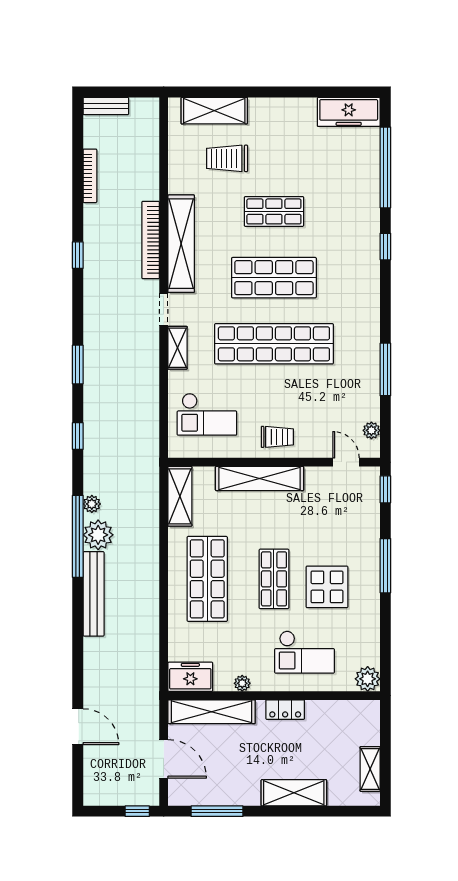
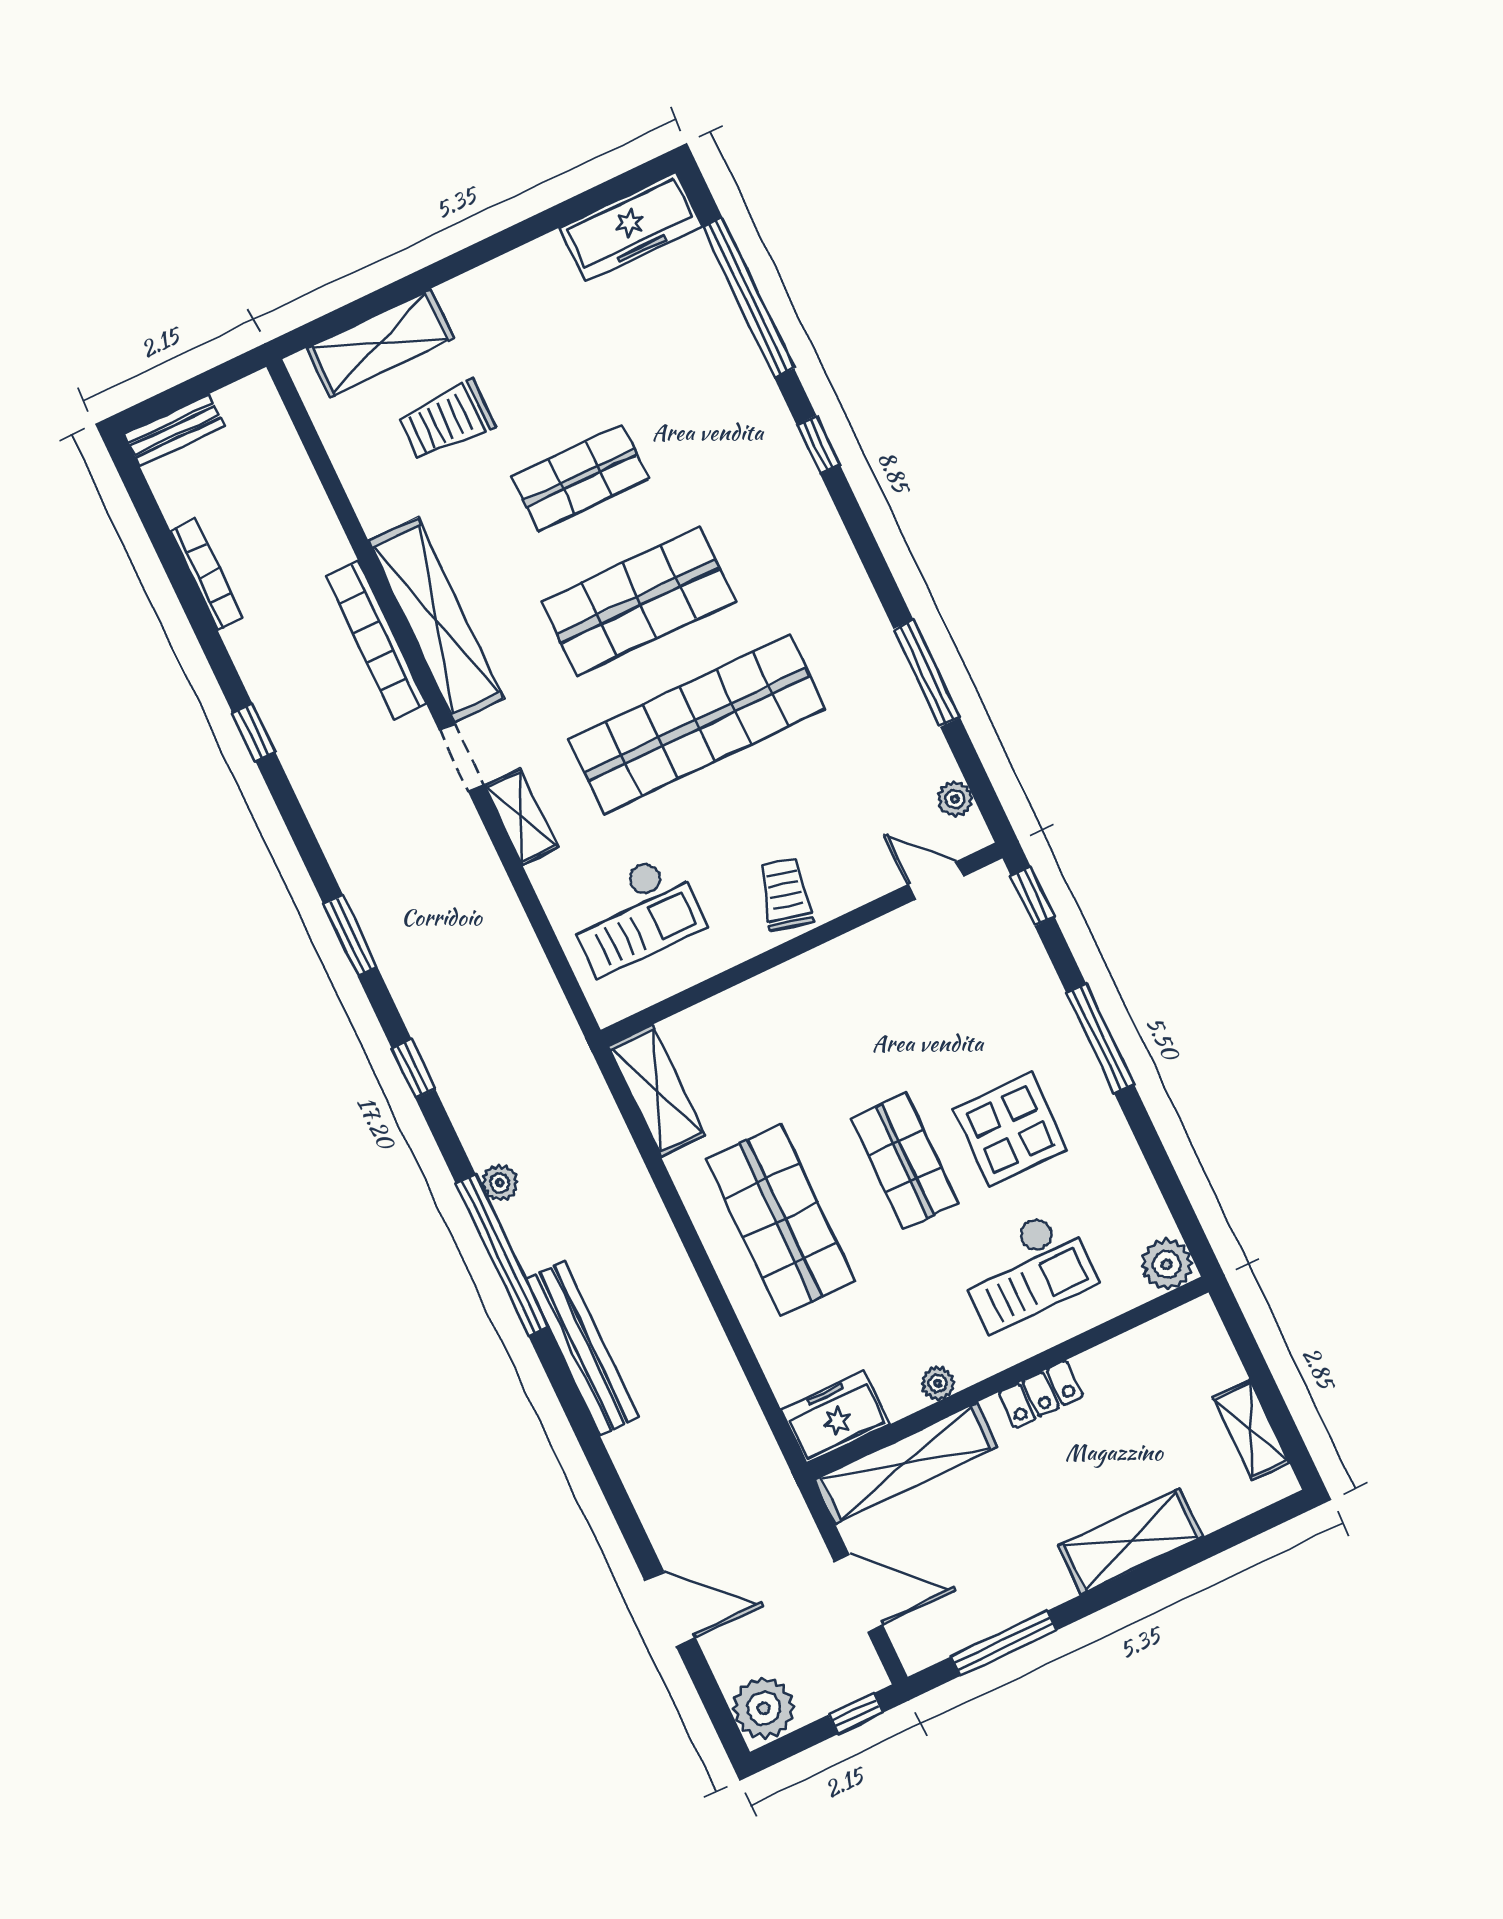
trolley: (277, 437) -> (785, 894), turned -76
shelving: (260, 478) -> (789, 987), removed
plant: (98, 535) -> (764, 1708), moved

